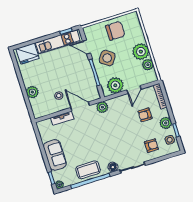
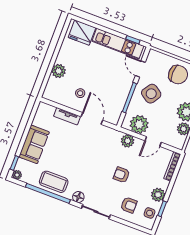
plant: (102, 107) -> (128, 141), moved
armchair: (145, 115) -> (122, 175), moved

